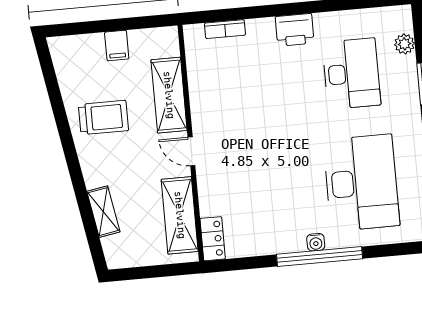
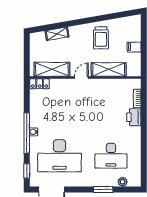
printer: (295, 30) -> (134, 117), moved
window: (400, 249) -> (27, 171), added

